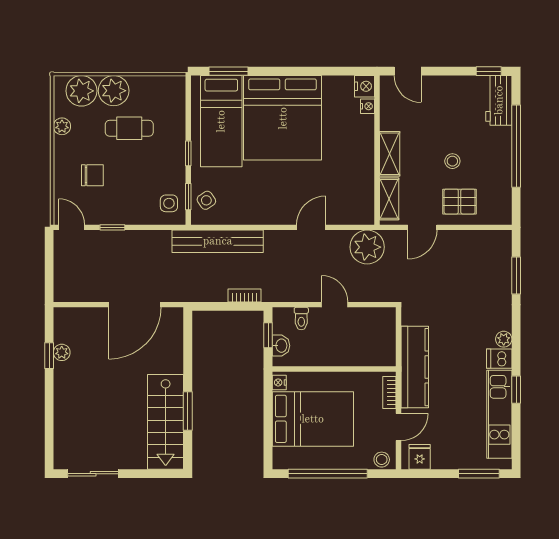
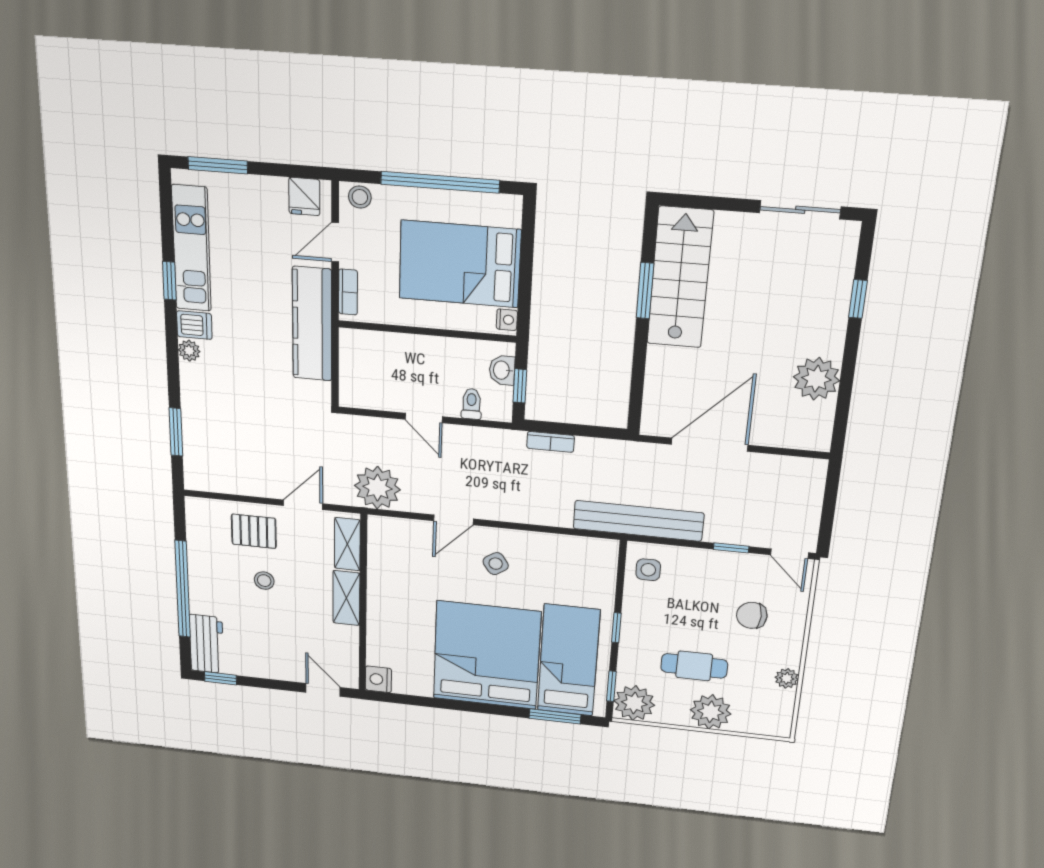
plant: (81, 91) -> (634, 703), moved
nightstand: (367, 106) -> (375, 656), removed
window: (188, 197) -> (611, 686), moved
side table: (206, 200) -> (496, 564), moved
bench: (218, 241) -> (638, 521), moved
plant: (62, 352) -> (816, 379), width x1.88, depth x1.88
window: (49, 356) -> (858, 299), moved

